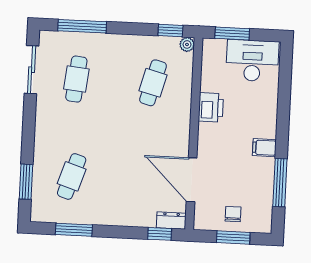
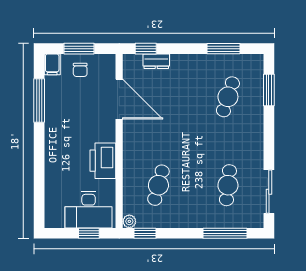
window: (232, 34) -> (89, 233), width x0.67
desk: (252, 61) -> (89, 210), moved
printer: (211, 107) -> (103, 161), width x1.37, depth x1.19
filing cabinet: (264, 148) -> (52, 64), moved, turned 90
dresser: (171, 221) -> (156, 61), moved

